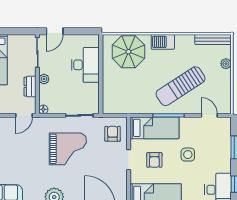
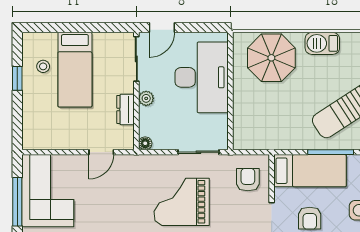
desk: (85, 65) -> (202, 77), width x1.36, depth x1.30
door: (24, 115) -> (101, 152), moved
grand piano: (68, 149) -> (182, 202), turned 180

